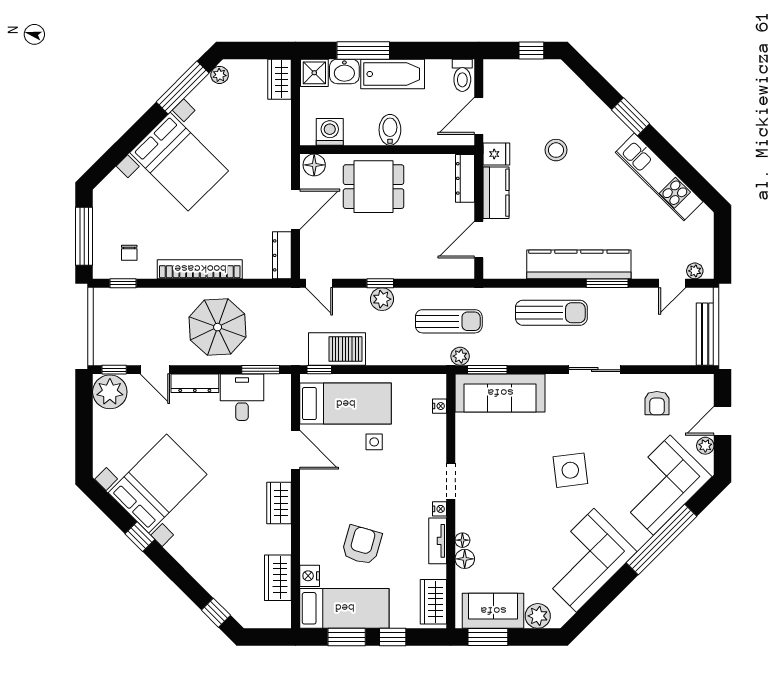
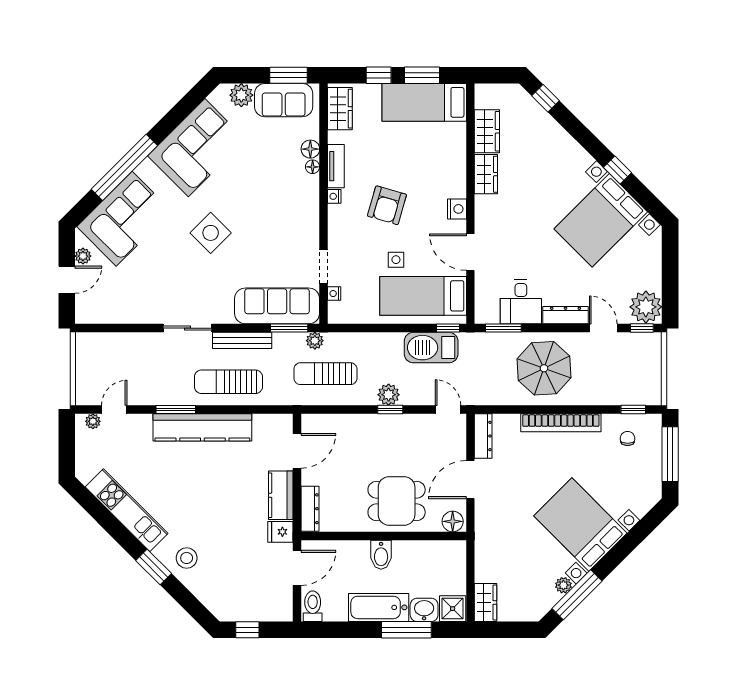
plant: (220, 75) -> (563, 585), moved
washing machine: (330, 132) -> (438, 553), removed
stool: (556, 150) -> (187, 558), moved
bench: (705, 334) -> (242, 340), moved, turned 90
armchair: (657, 403) -> (129, 296), removed
side table: (570, 470) -> (211, 233), turned -38
doorway: (451, 481) -> (324, 267), moved
wardrobe: (279, 503) -> (486, 174), moved
armchair: (362, 545) -> (387, 205), moved
nightstand: (310, 576) -> (457, 209), moved

